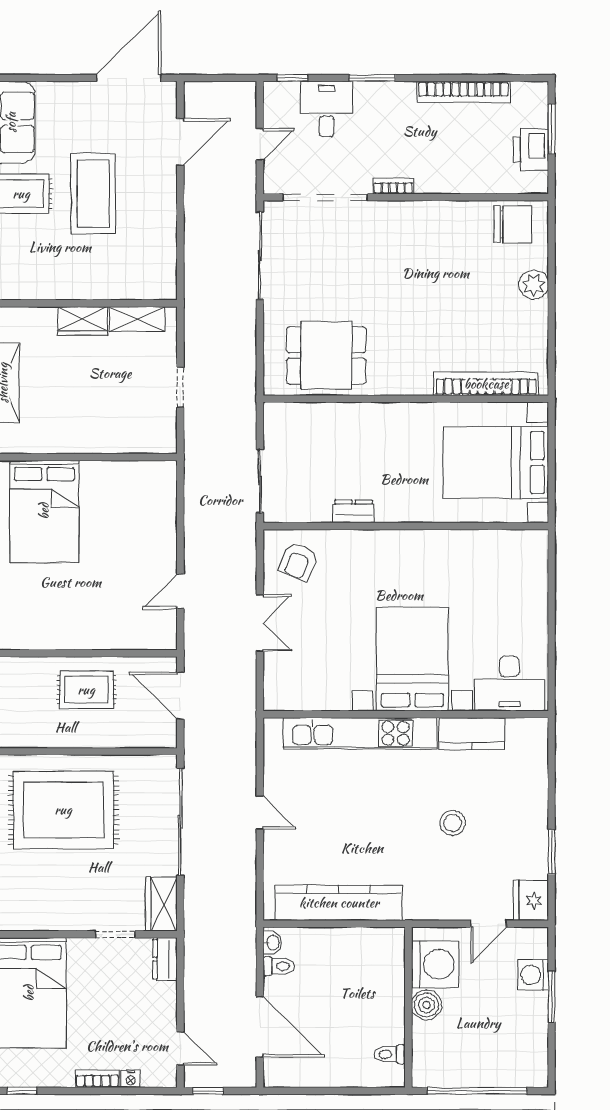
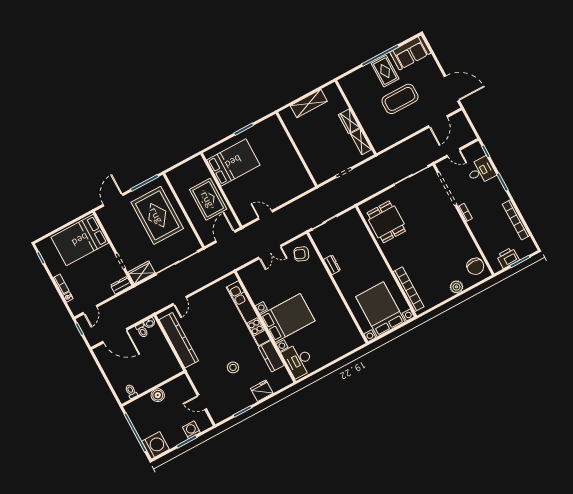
door: (180, 142) -> (438, 122), hinge flipped
bed: (44, 511) -> (233, 162), moved, turned 180
rug: (86, 690) -> (208, 199), width x1.36, depth x1.43
door: (260, 813) -> (180, 301), moved
fridge: (531, 900) -> (262, 391), moved
washing machine: (435, 964) -> (155, 445), moved, turned -90
door: (260, 1027) -> (115, 336), hinge flipped

